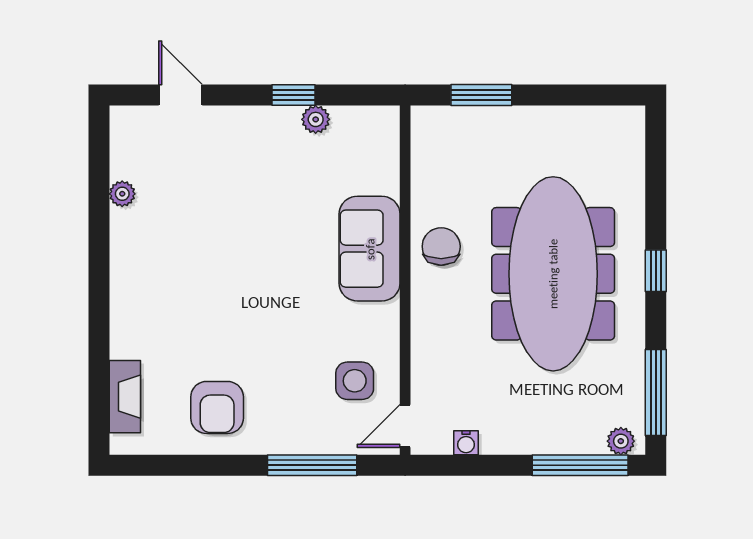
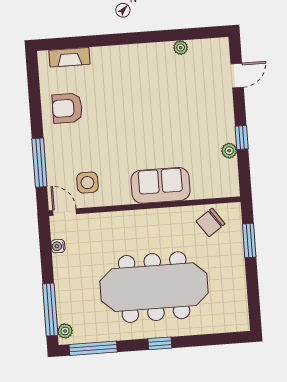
chair: (441, 246) -> (211, 222), moved, turned 145

